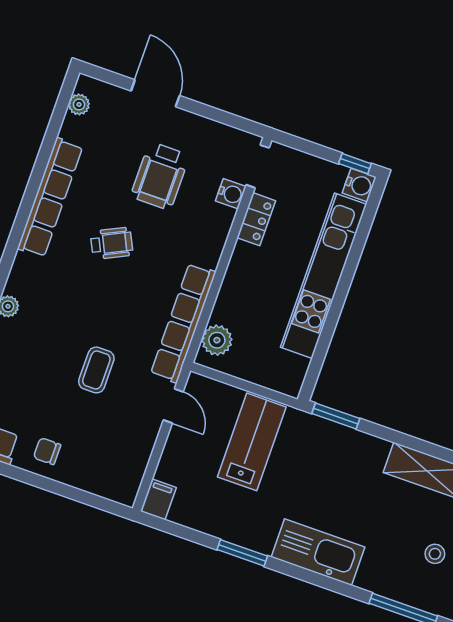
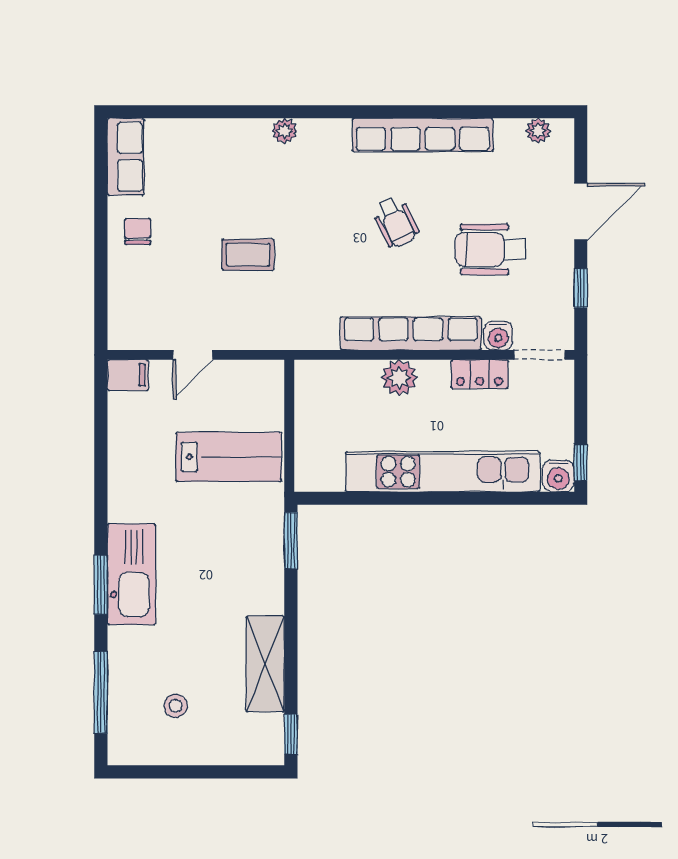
window: (216, 115) -> (581, 288), added
row of seats: (183, 323) -> (411, 333), moved
plant: (217, 340) -> (399, 378), moved
door: (173, 406) -> (193, 355), moved
window: (242, 553) -> (101, 585), moved

